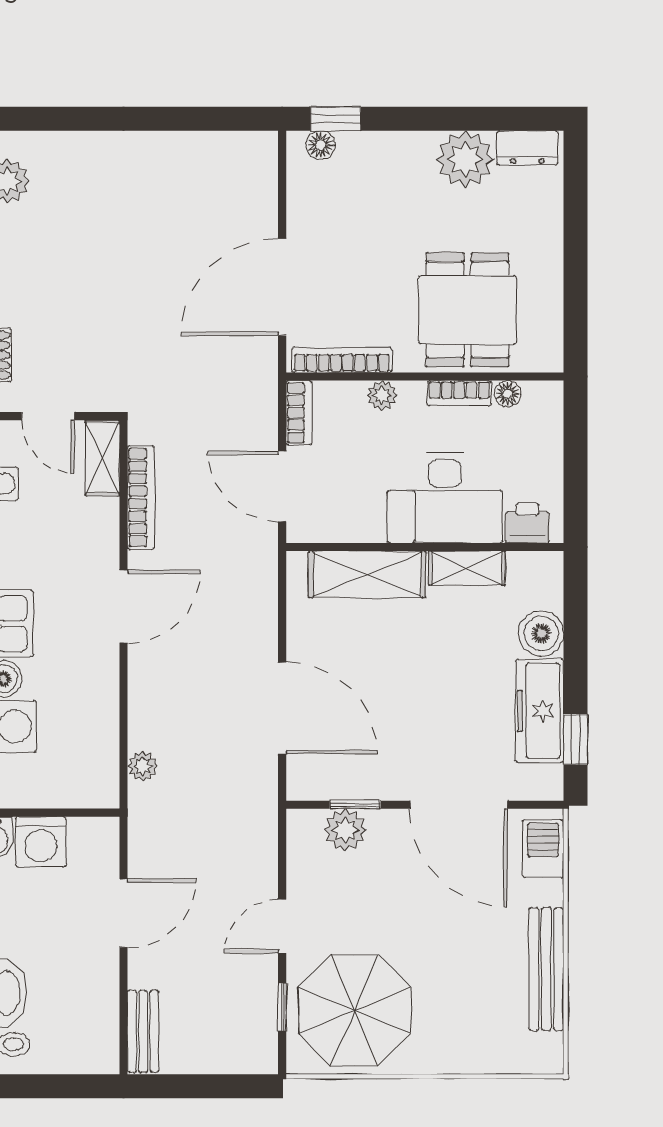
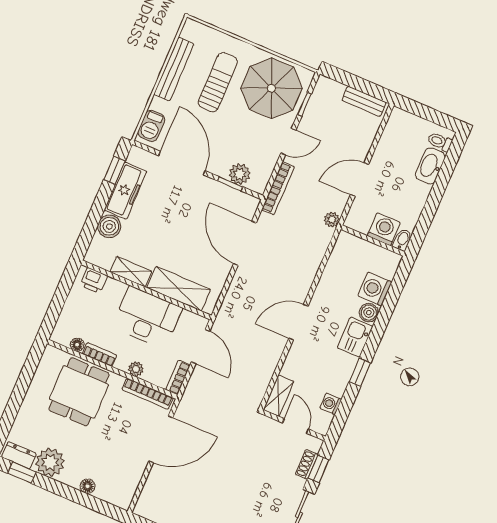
window: (336, 119) -> (22, 473), moved
floor lamp: (320, 145) -> (88, 486), moved
bookcase: (141, 498) -> (278, 188), moved, turned 180
desk: (445, 498) -> (147, 317), moved
plant: (143, 766) -> (332, 220), moved
sun lounger: (456, 980) -> (218, 82), added
bench: (143, 1031) -> (364, 101), moved, turned 90

